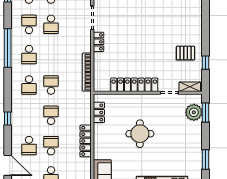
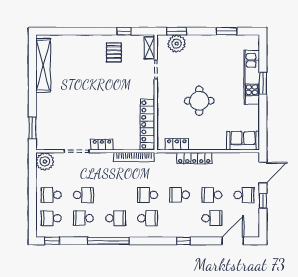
locker: (134, 85) -> (147, 125), moved
locker: (86, 141) -> (194, 158), moved

